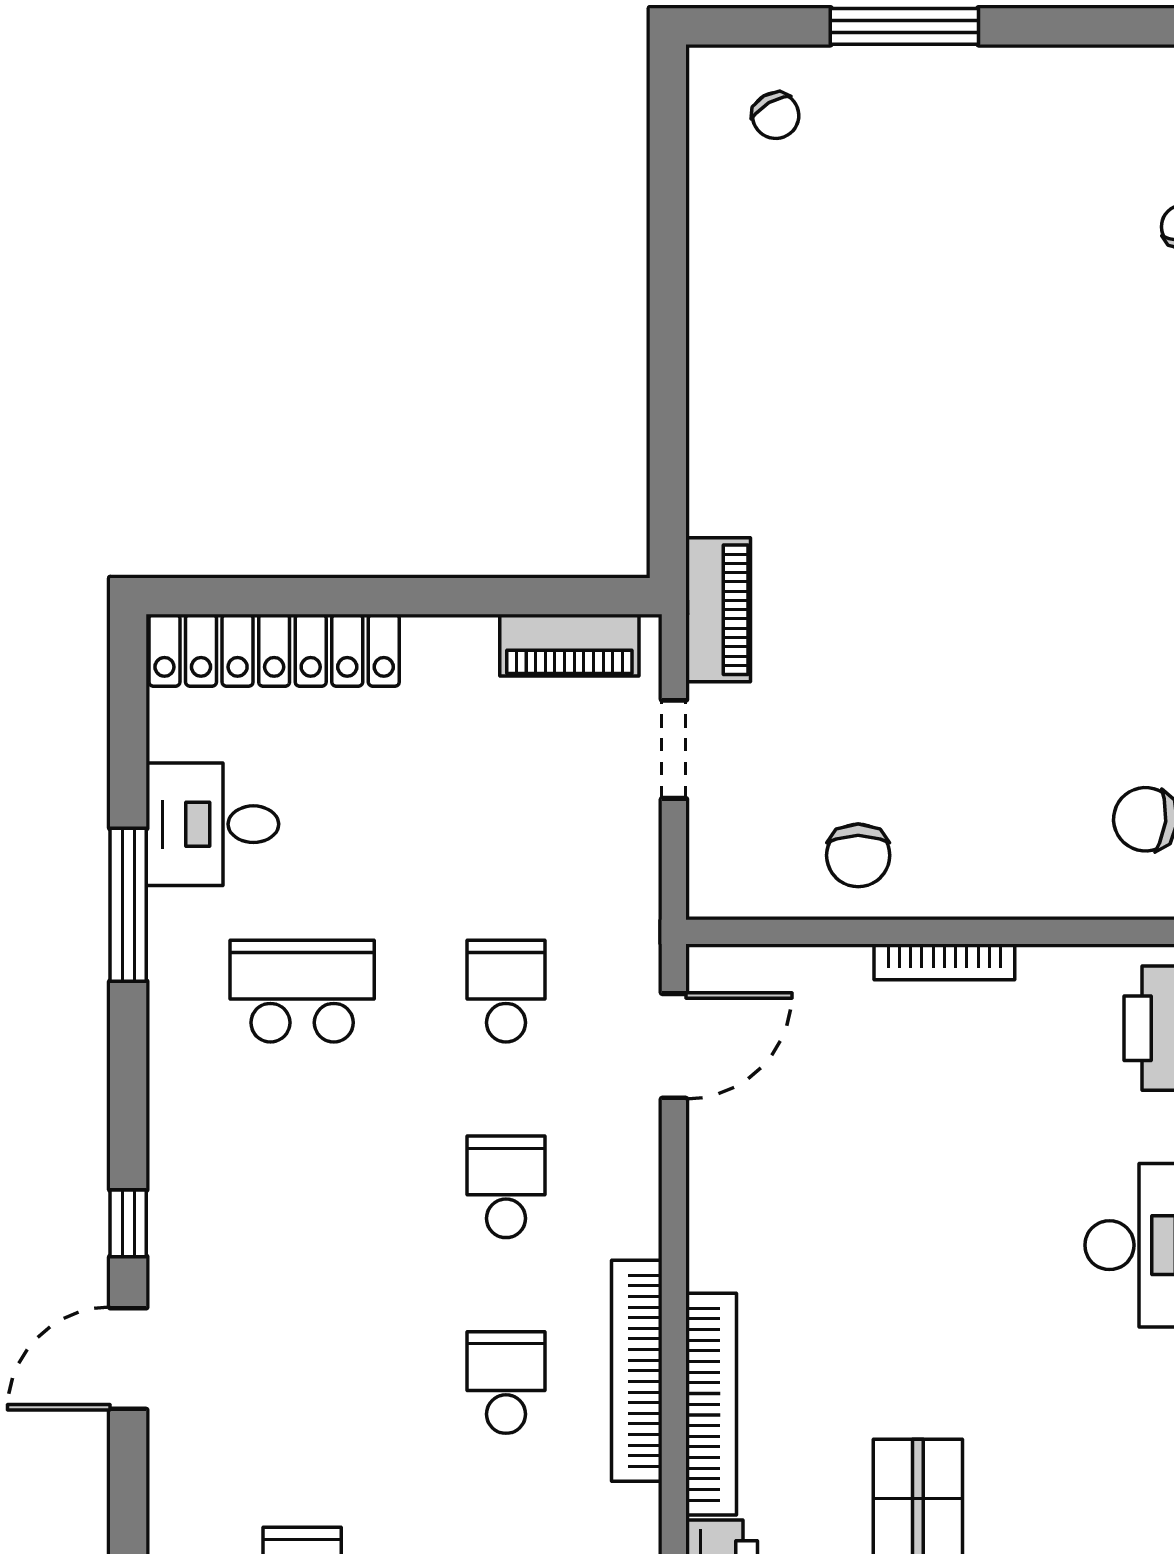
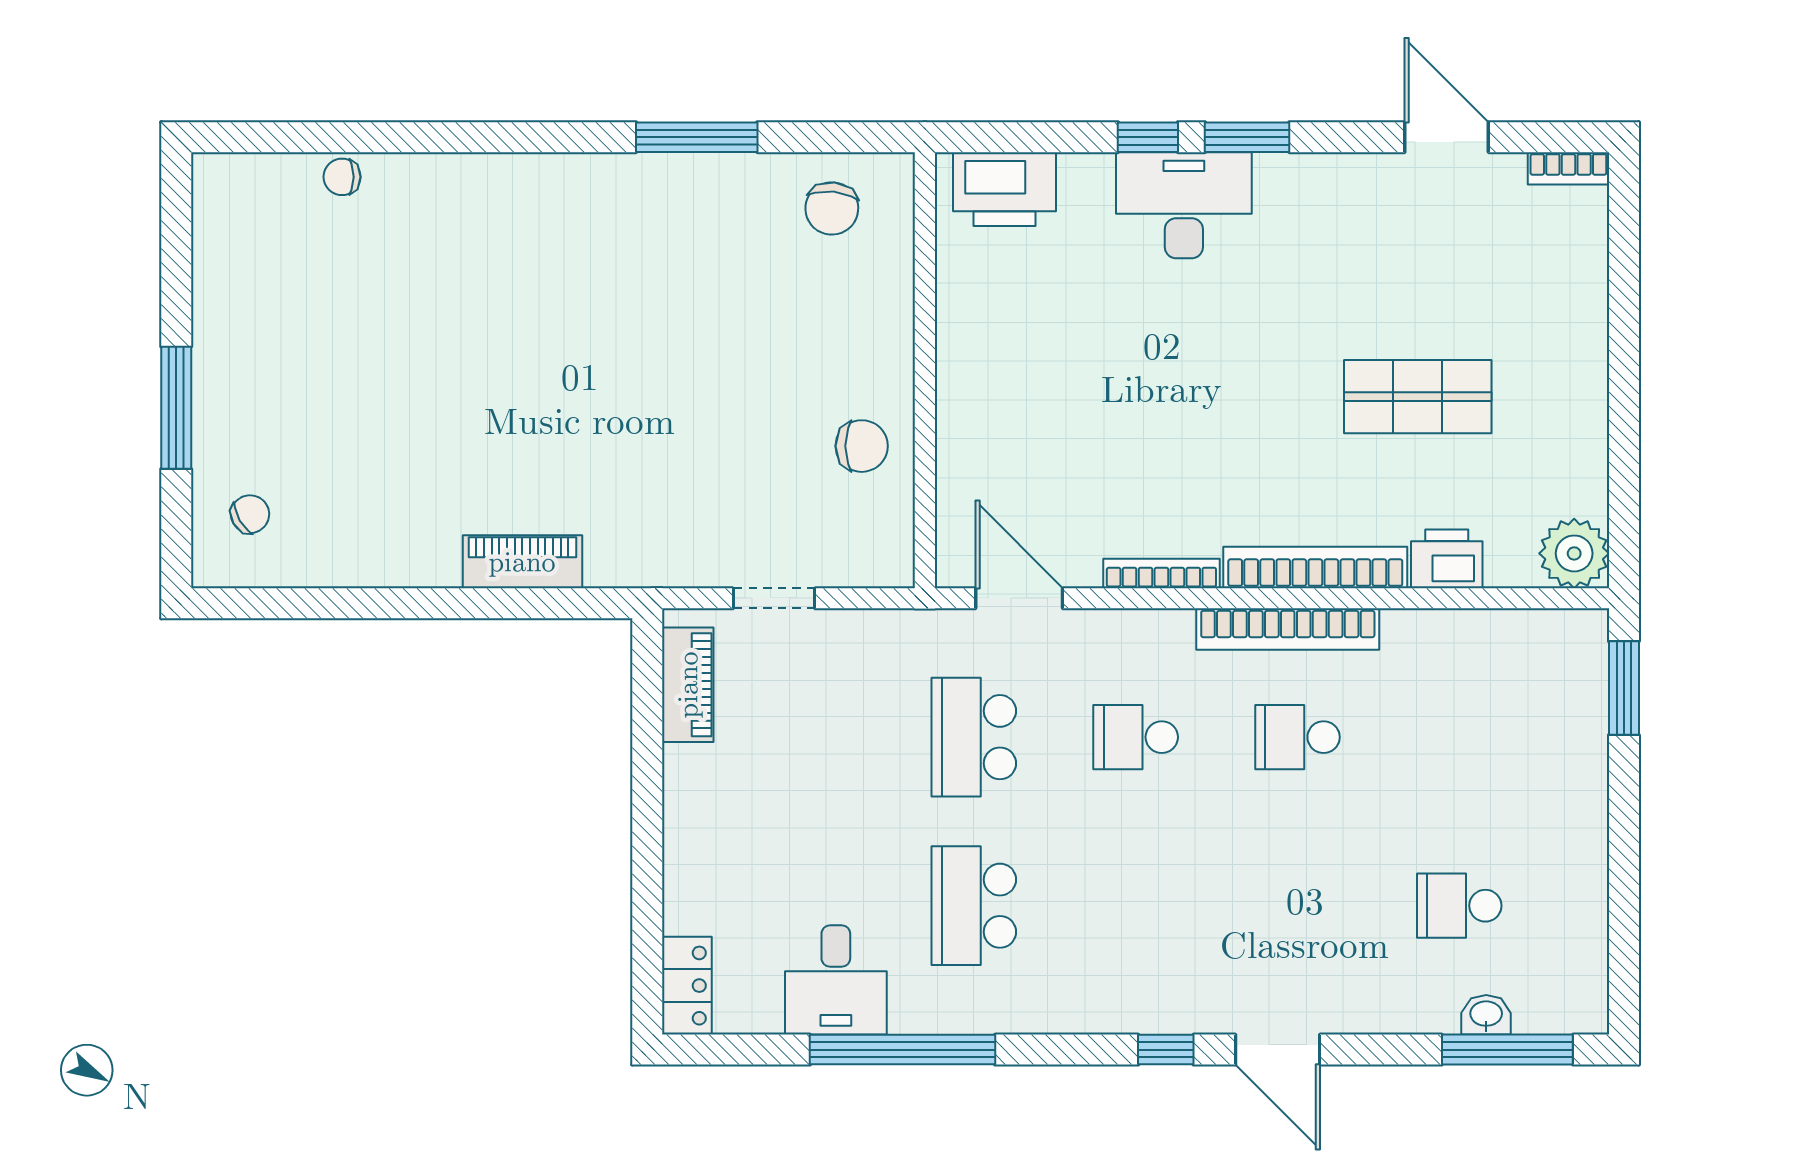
piano: (718, 610) -> (522, 562), moved
locker: (274, 650) -> (687, 986), width x0.46, depth x0.83
window: (128, 905) -> (902, 1050), width x1.46
bookcase: (944, 962) -> (1161, 574), moved, turned -90
school desk: (506, 991) -> (974, 737), width x1.85

